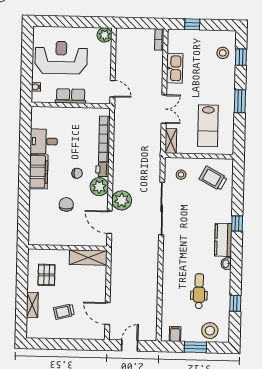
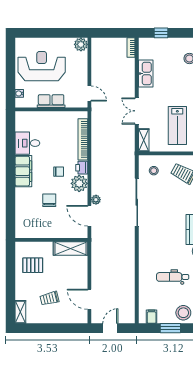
double door: (164, 109) -> (137, 111), swing flipped
plant: (122, 200) -> (96, 200), width x0.53, depth x0.53
pallet: (46, 275) -> (33, 265), turned 90
dental chair: (199, 291) -> (173, 277), turned -90
shelving: (32, 305) -> (20, 312), moved

